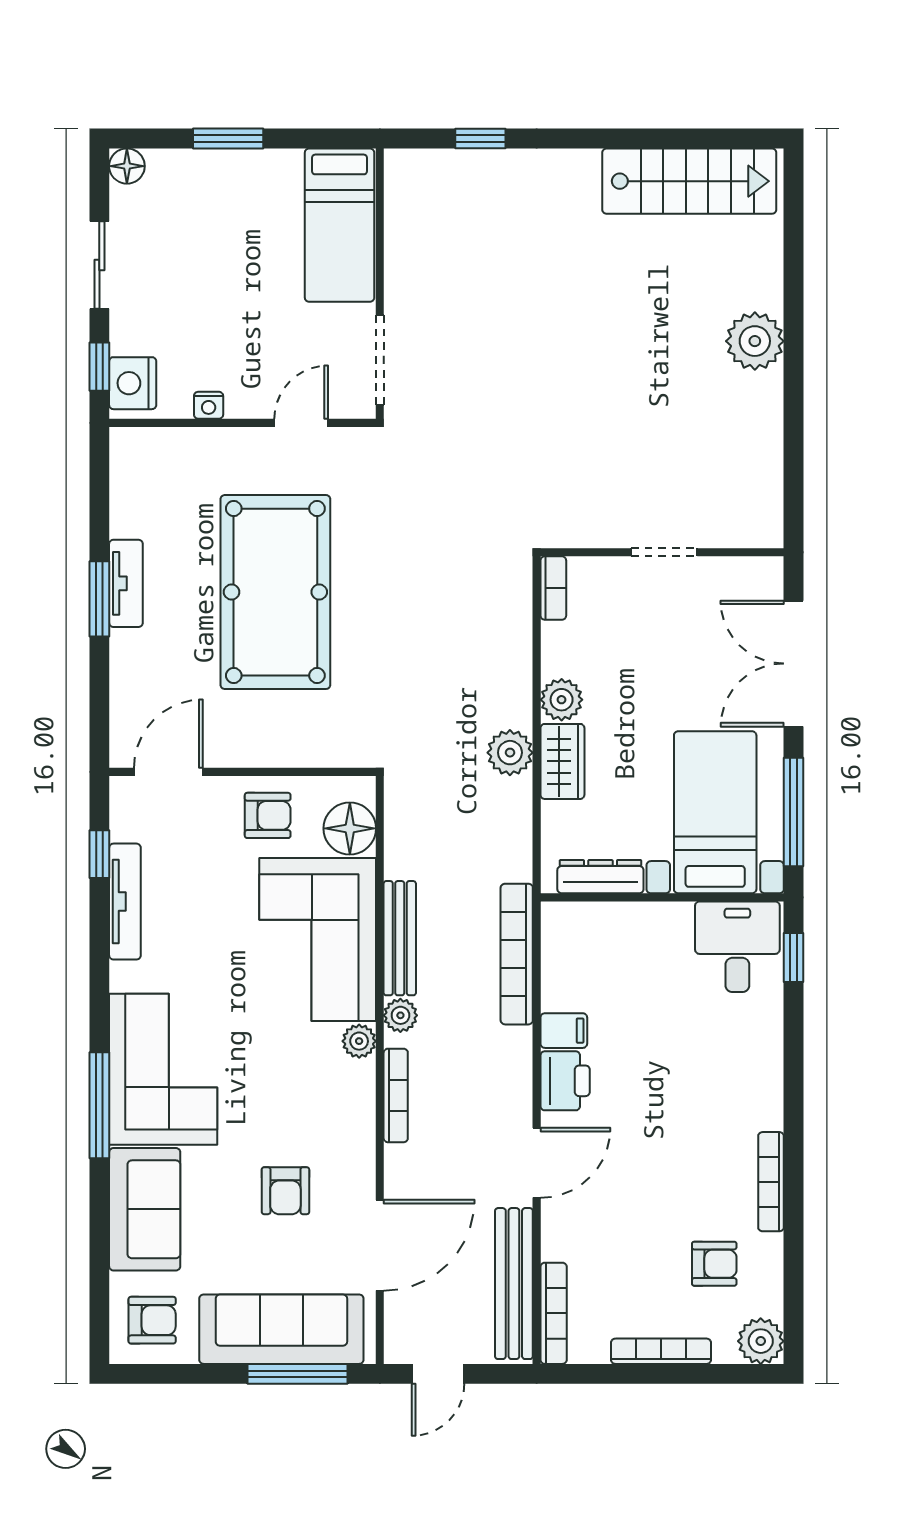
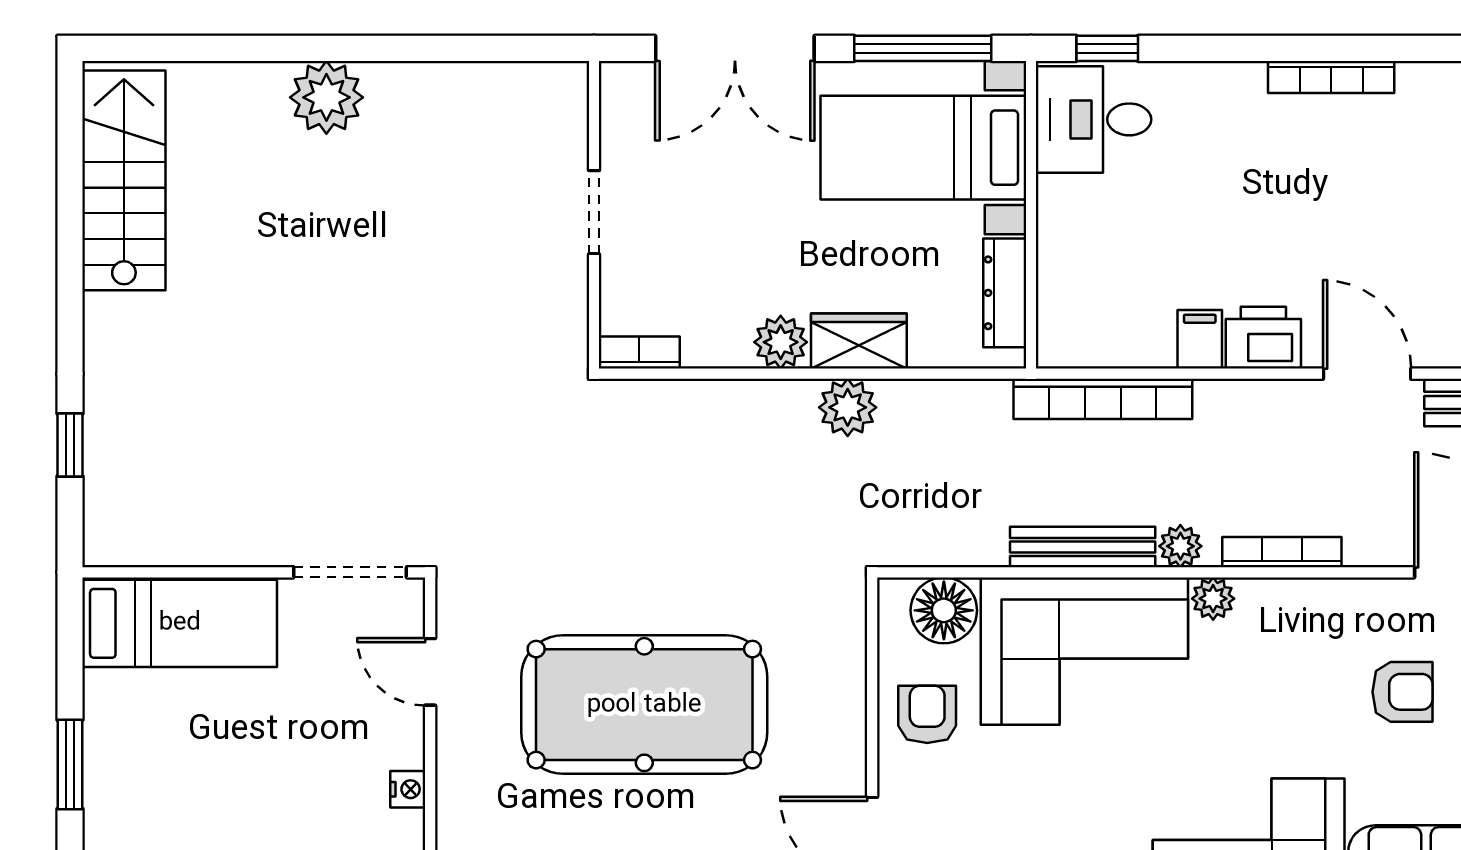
bookcase: (771, 1182) -> (1331, 77), moved

